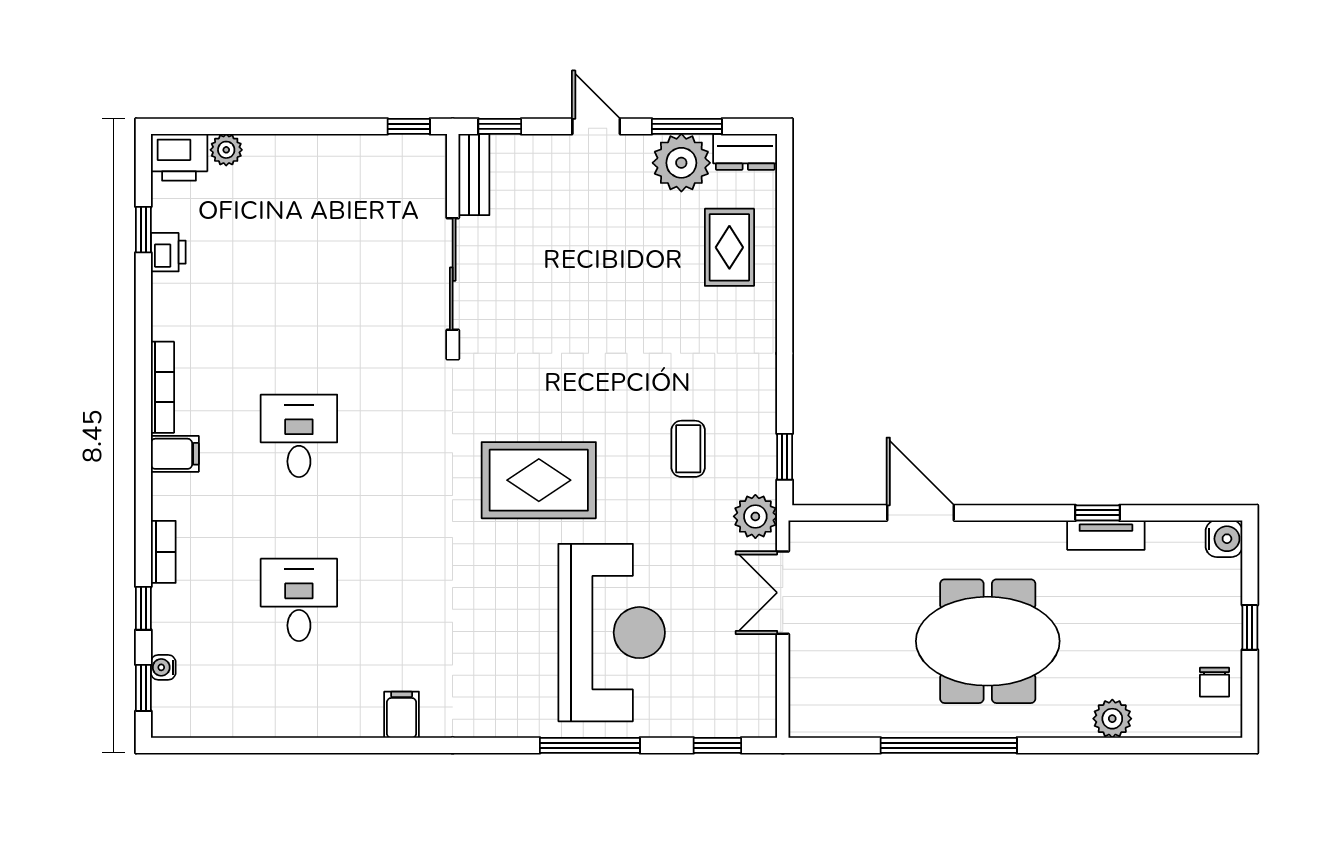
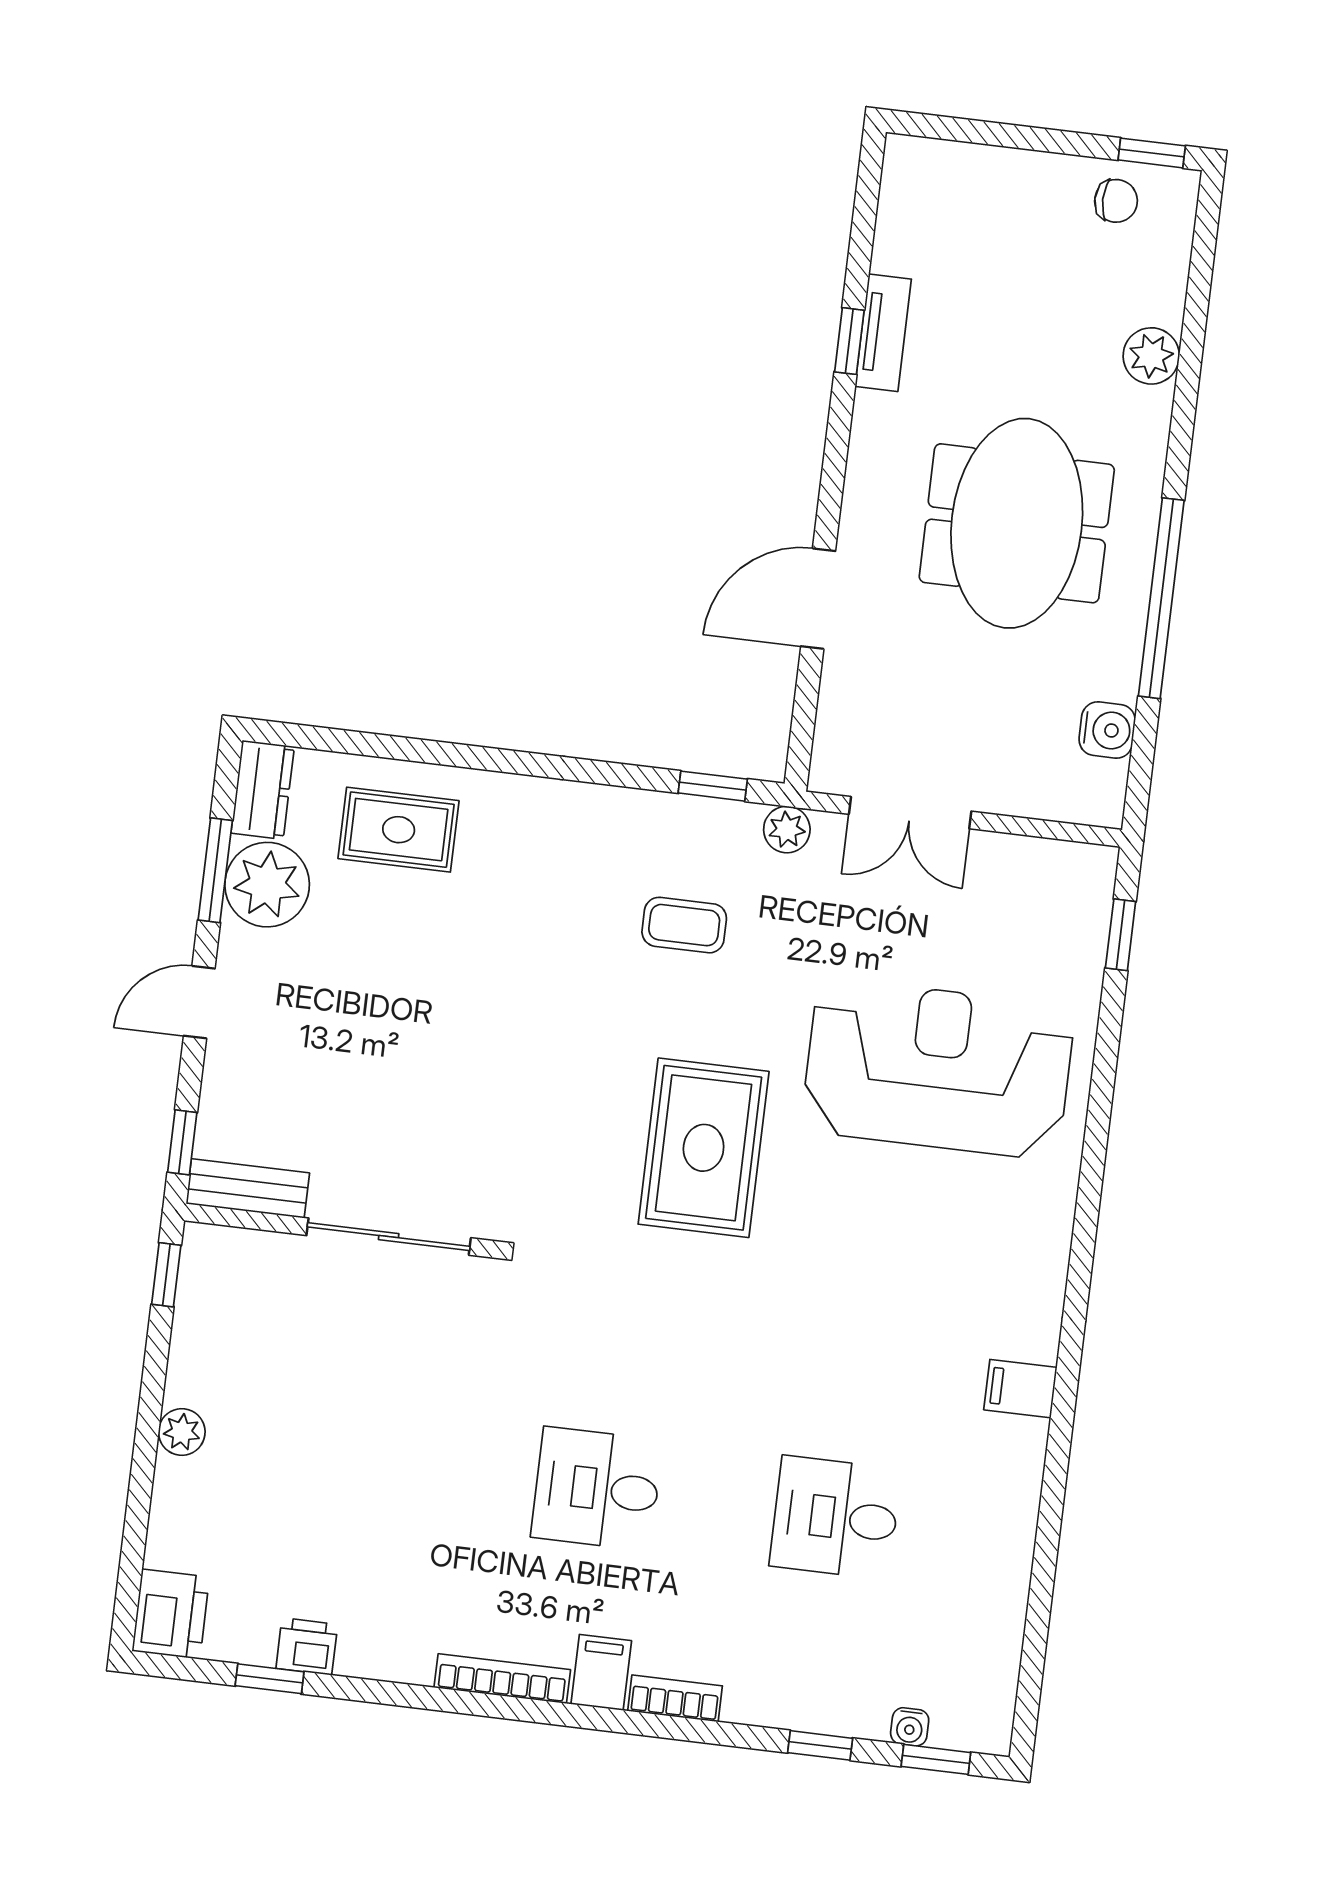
plant: (226, 150) -> (182, 1432), moved
plant: (755, 516) -> (787, 830), width x0.73, depth x0.73
water cooler: (1224, 539) -> (1107, 730), moved, turned 90
bookcase: (163, 552) -> (675, 1698), moved
window: (1250, 627) -> (1152, 153), moved
window: (590, 745) -> (1098, 1120), removed

